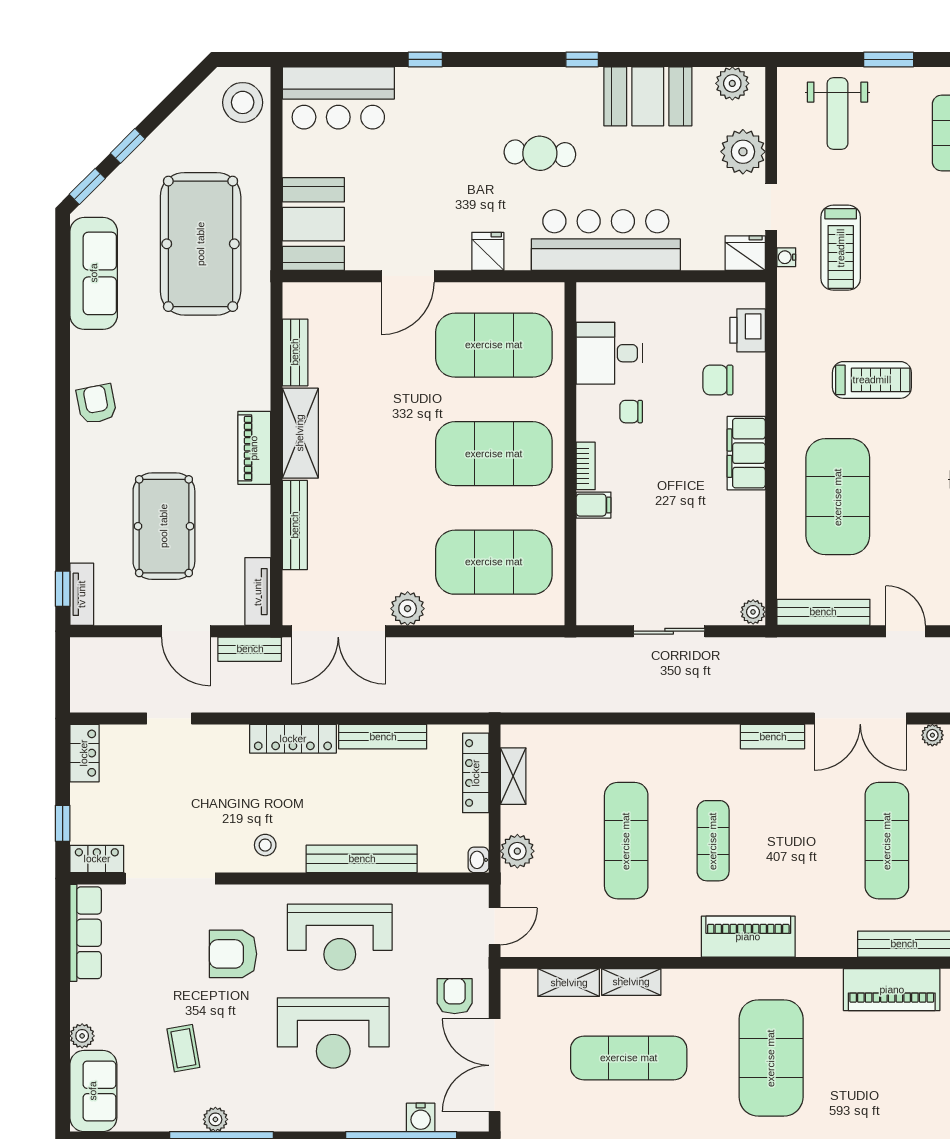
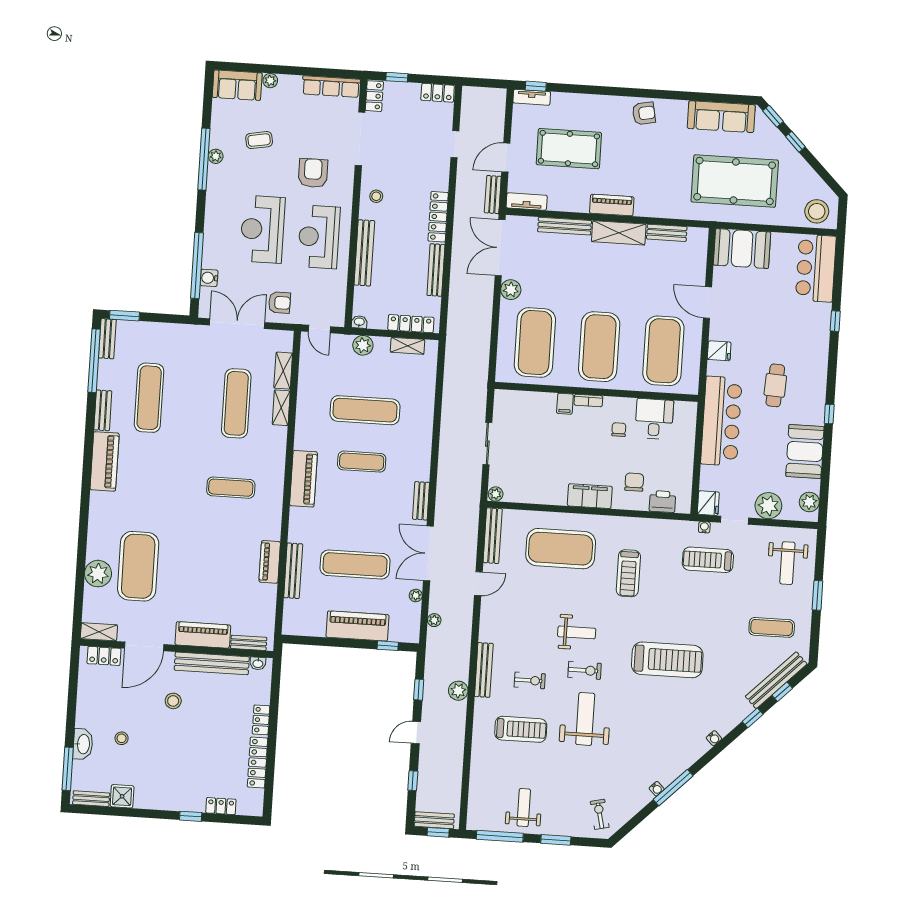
weight bench: (837, 114) -> (787, 563), turned -90
piano: (892, 990) -> (270, 562), width x0.73, depth x0.75
exercise mat: (771, 1058) -> (231, 488), width x0.50, depth x0.69

